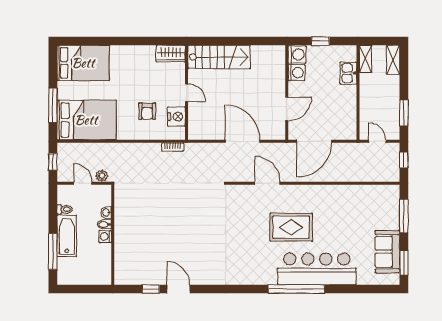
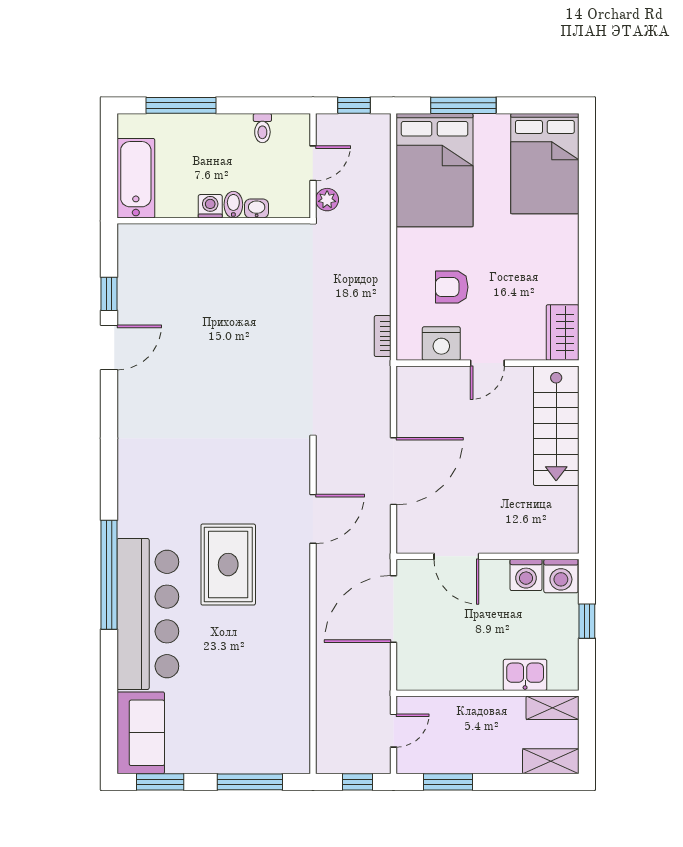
door: (314, 141) -> (394, 609), hinge flipped
bathtub: (67, 236) -> (136, 178), moved, turned -90
sofa: (387, 252) -> (141, 733), moved, turned 90

